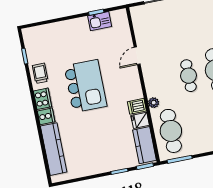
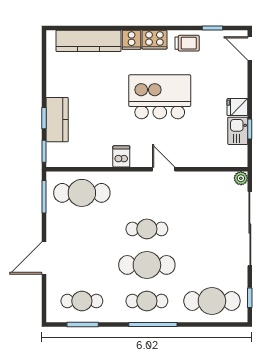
door: (35, 24) -> (250, 48), added
door: (137, 56) -> (164, 169), moved
kitchen island: (85, 86) -> (160, 97), turned 180
plant: (154, 103) -> (241, 178), moved
fridge: (140, 120) -> (237, 107), moved, turned -90
kitchen counter: (144, 145) -> (57, 120), moved, turned 90

